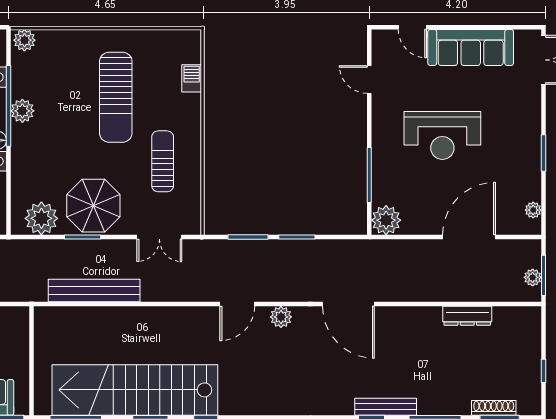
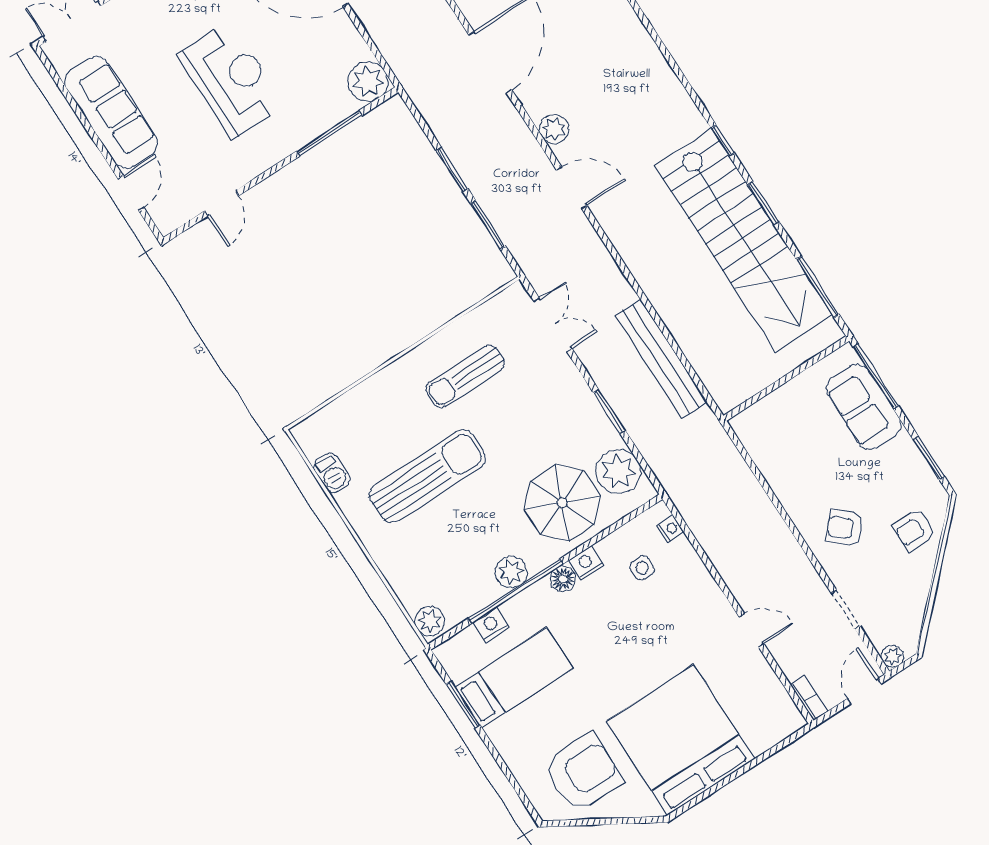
barbecue: (192, 78) -> (332, 473), moved, turned -90
parasol: (93, 206) -> (562, 503), moved

